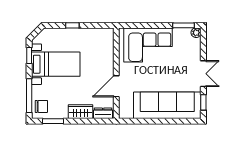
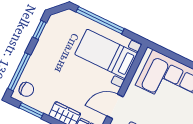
window: (72, 25) -> (100, 20), width x3.17
bed with nightstands: (56, 64) -> (106, 54), moved, turned 180

